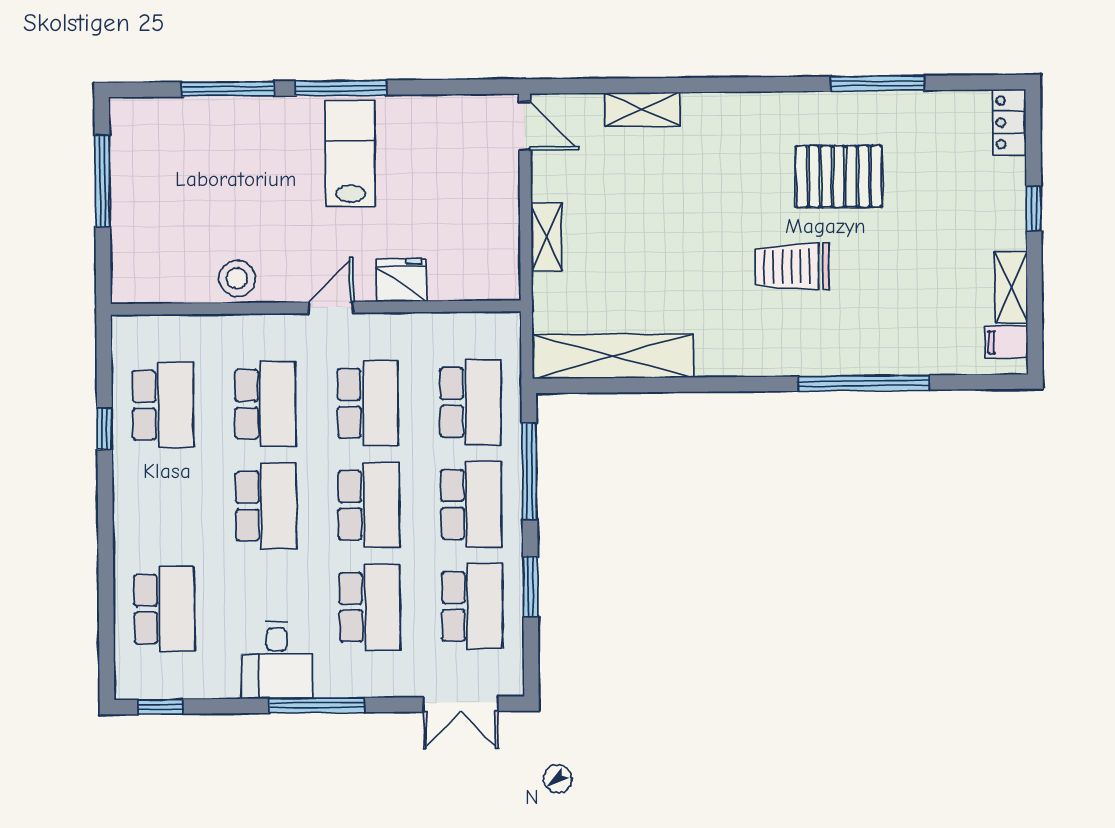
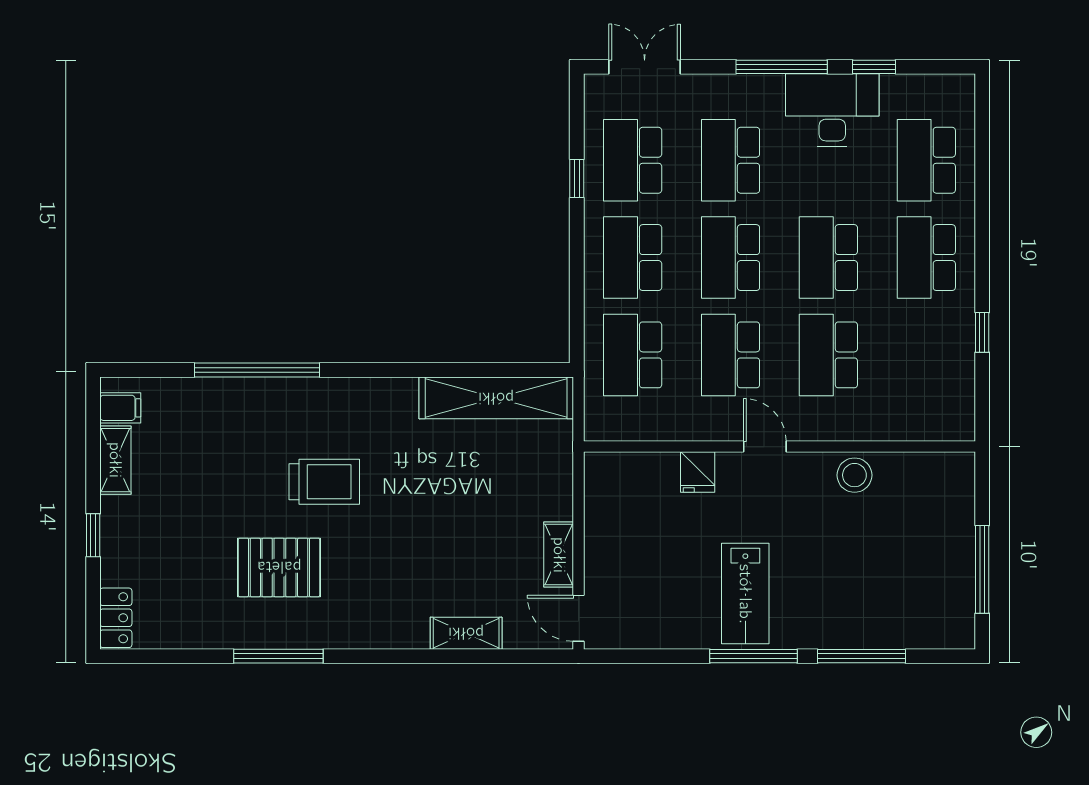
window: (878, 83) -> (278, 656), moved
shelving: (546, 237) -> (559, 555), moved
fridge: (401, 280) -> (698, 472), width x0.72
door: (331, 307) -> (765, 447), swing flipped
school desk: (163, 405) -> (926, 258), moved
window: (529, 471) -> (577, 289), removed
window: (530, 587) -> (577, 178), width x0.67
desk: (277, 660) -> (832, 110), width x1.37
window: (161, 707) -> (874, 67), moved

